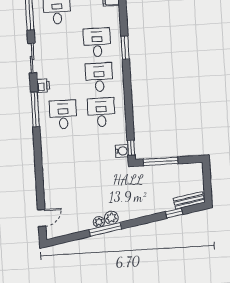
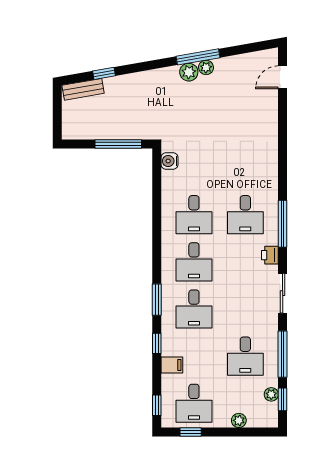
window: (131, 148) -> (157, 343), moved

